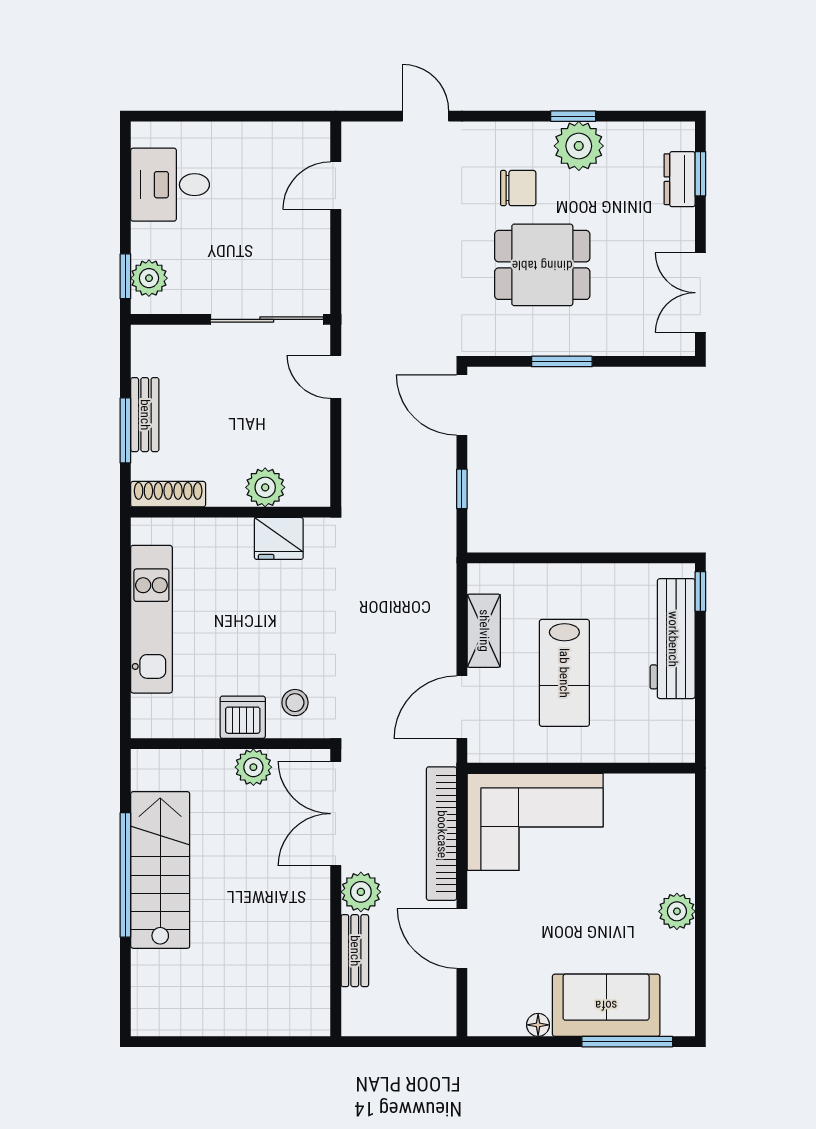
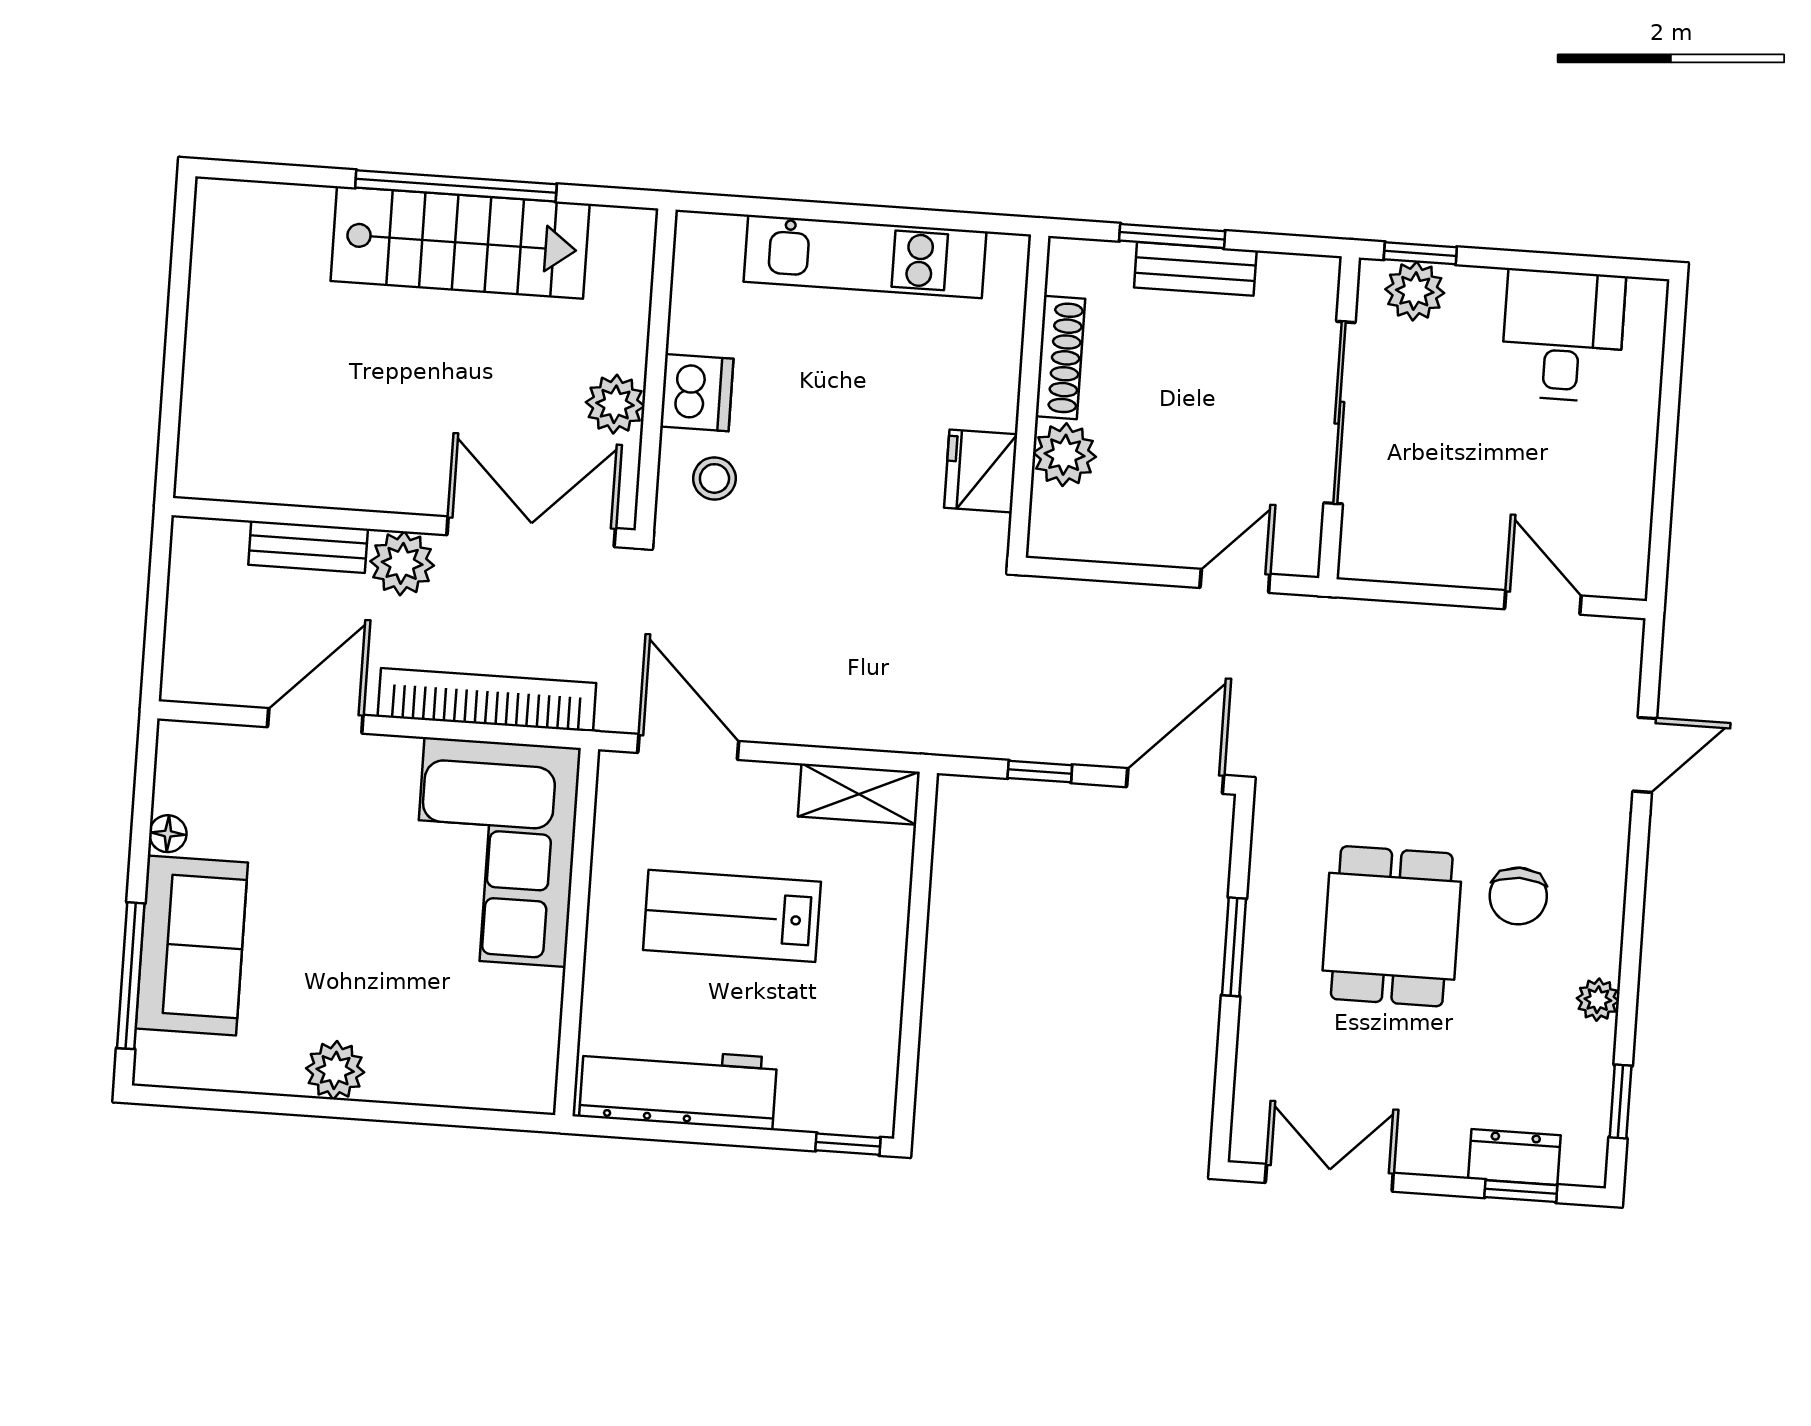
window: (573, 116) -> (1621, 1102), moved
plant: (579, 146) -> (1598, 1000), width x0.53, depth x0.53
sliding door: (267, 319) -> (1339, 413), moved
shoe rack: (168, 494) -> (1060, 358), moved
shelving: (484, 631) -> (859, 794), moved
workbench: (673, 639) -> (678, 1087), moved

